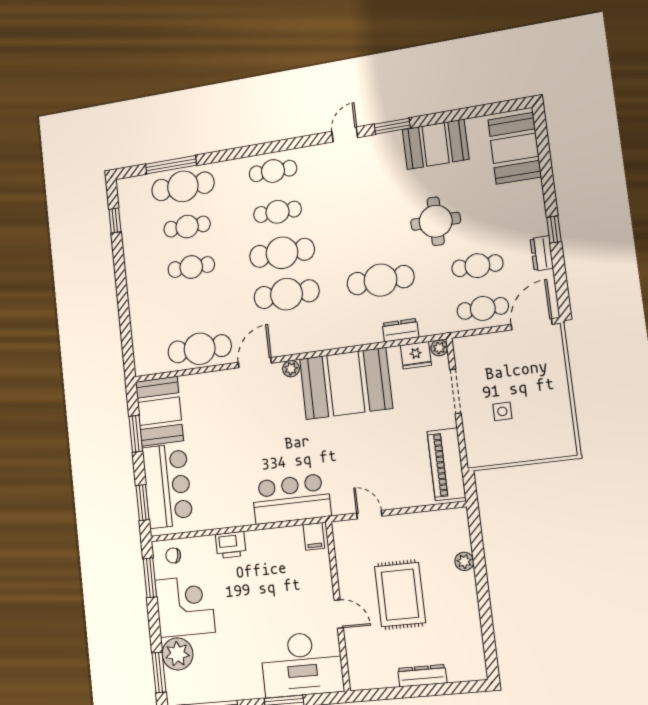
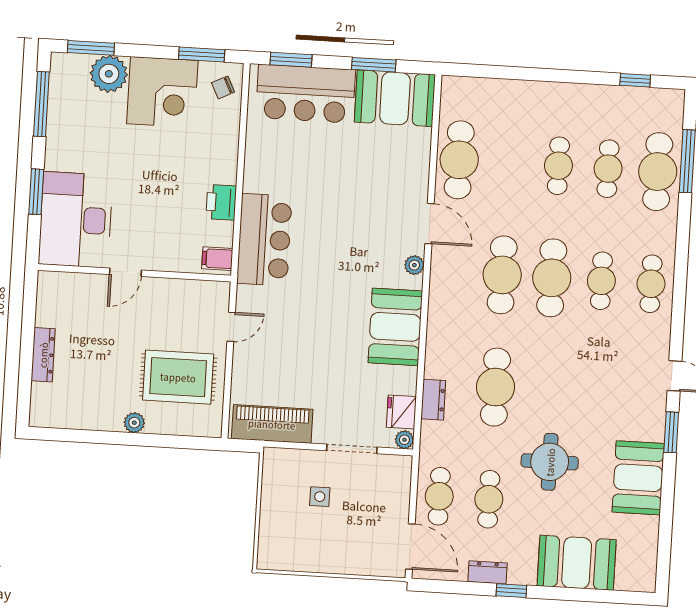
booth: (515, 148) -> (577, 563), moved
booth: (346, 384) -> (395, 327), width x0.73, depth x0.70
printer: (231, 545) -> (221, 202), moved
chair: (173, 555) -> (223, 87), turned -127
plant: (464, 561) -> (134, 423), moved
rug: (400, 595) -> (178, 377), moved

